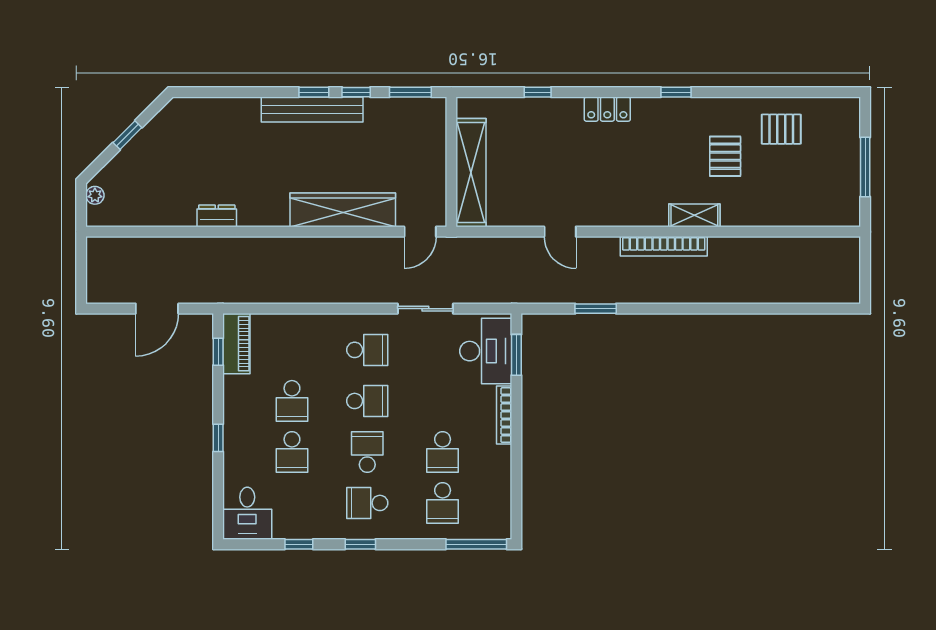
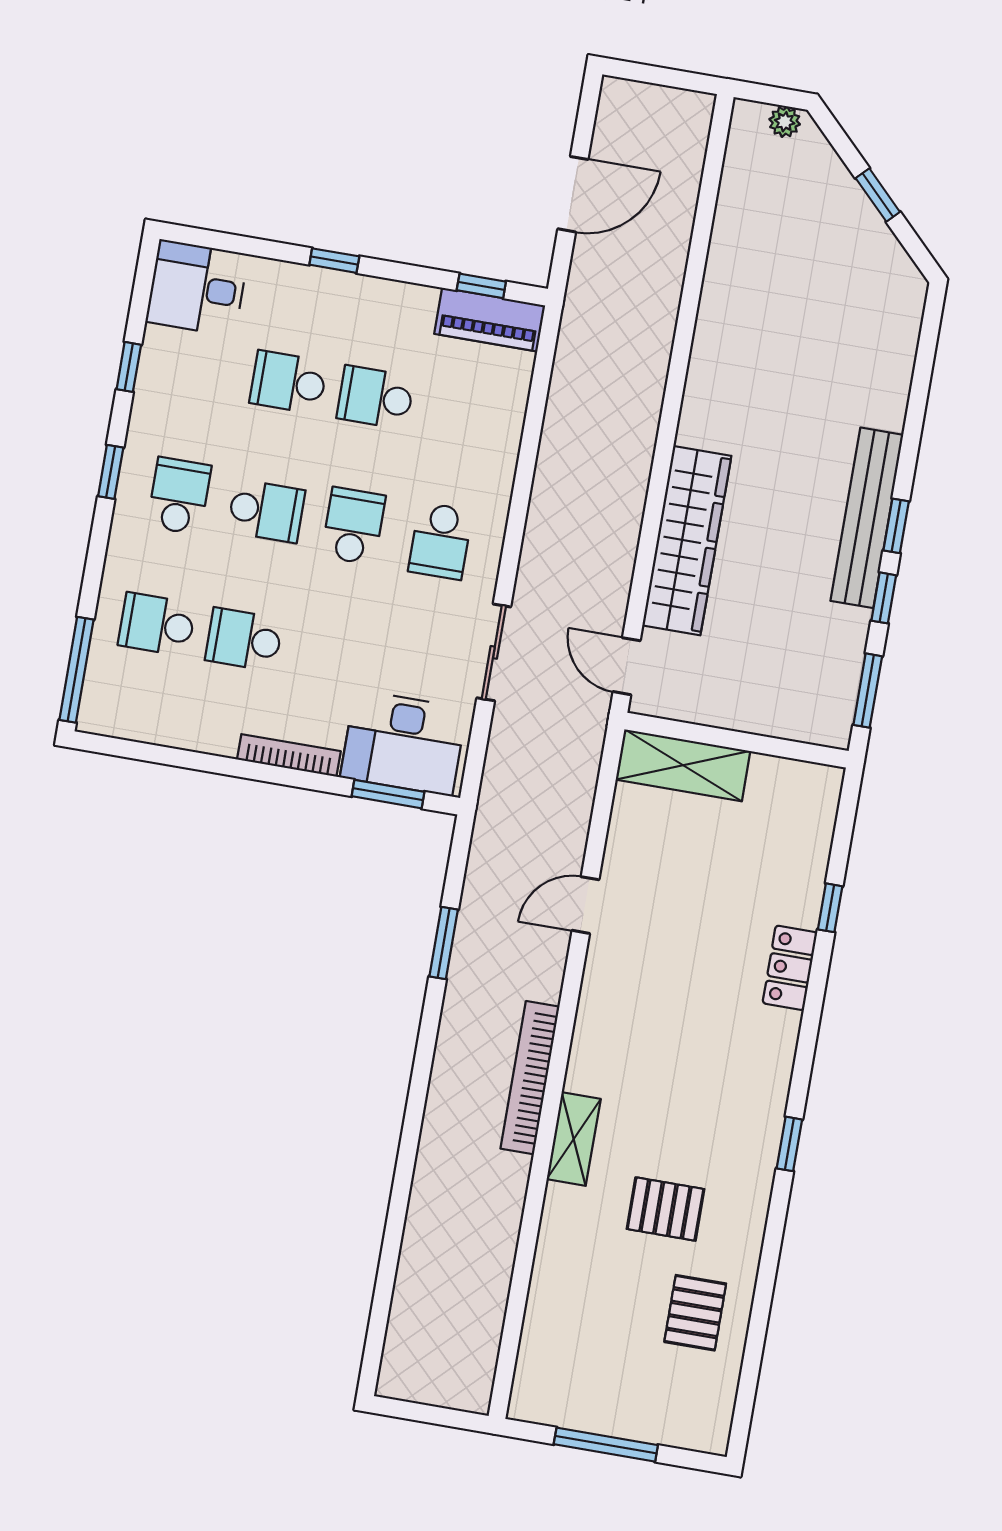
locker: (607, 109) -> (790, 968), moved
shelving: (471, 173) -> (683, 765), width x0.68
dresser: (217, 216) -> (714, 324), removed
door: (157, 309) -> (573, 194), swing flipped
school desk: (367, 401) -> (353, 526), turned 180

